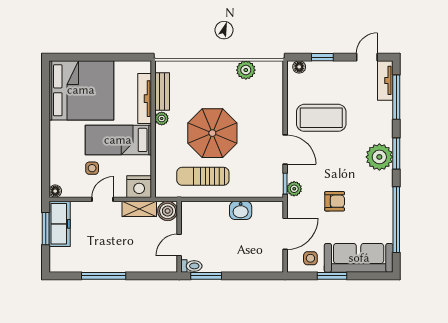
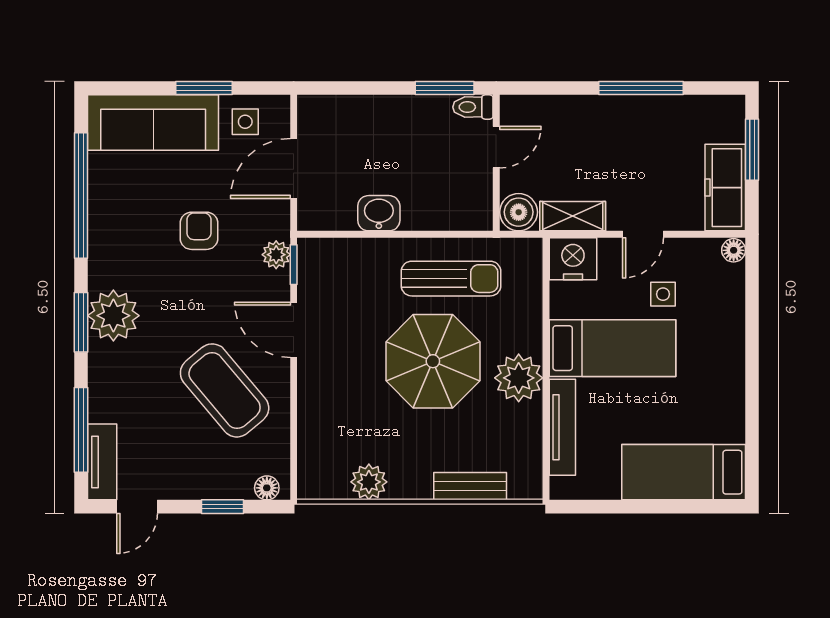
bed: (81, 90) -> (684, 472), width x0.49
bench: (162, 91) -> (470, 486), moved, turned 90
plant: (162, 118) -> (519, 378), width x1.88, depth x1.88
coffee table: (321, 118) -> (225, 390), turned 50
armchair: (335, 201) -> (199, 231), turned 90
window: (46, 229) -> (752, 150), moved

